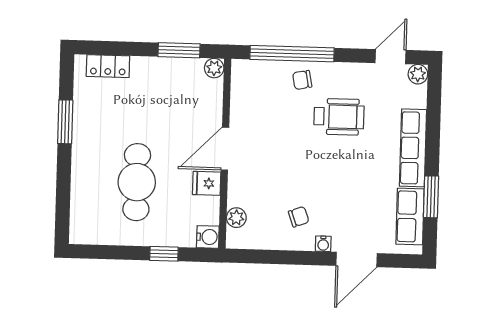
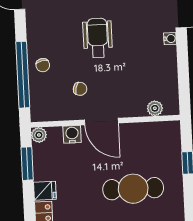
wheelchair: (339, 117) -> (98, 38), moved
fridge: (207, 183) -> (45, 191), moved, turned -90
chair: (299, 217) -> (80, 89), moved, turned 124
water cooler: (208, 237) -> (72, 134), moved

